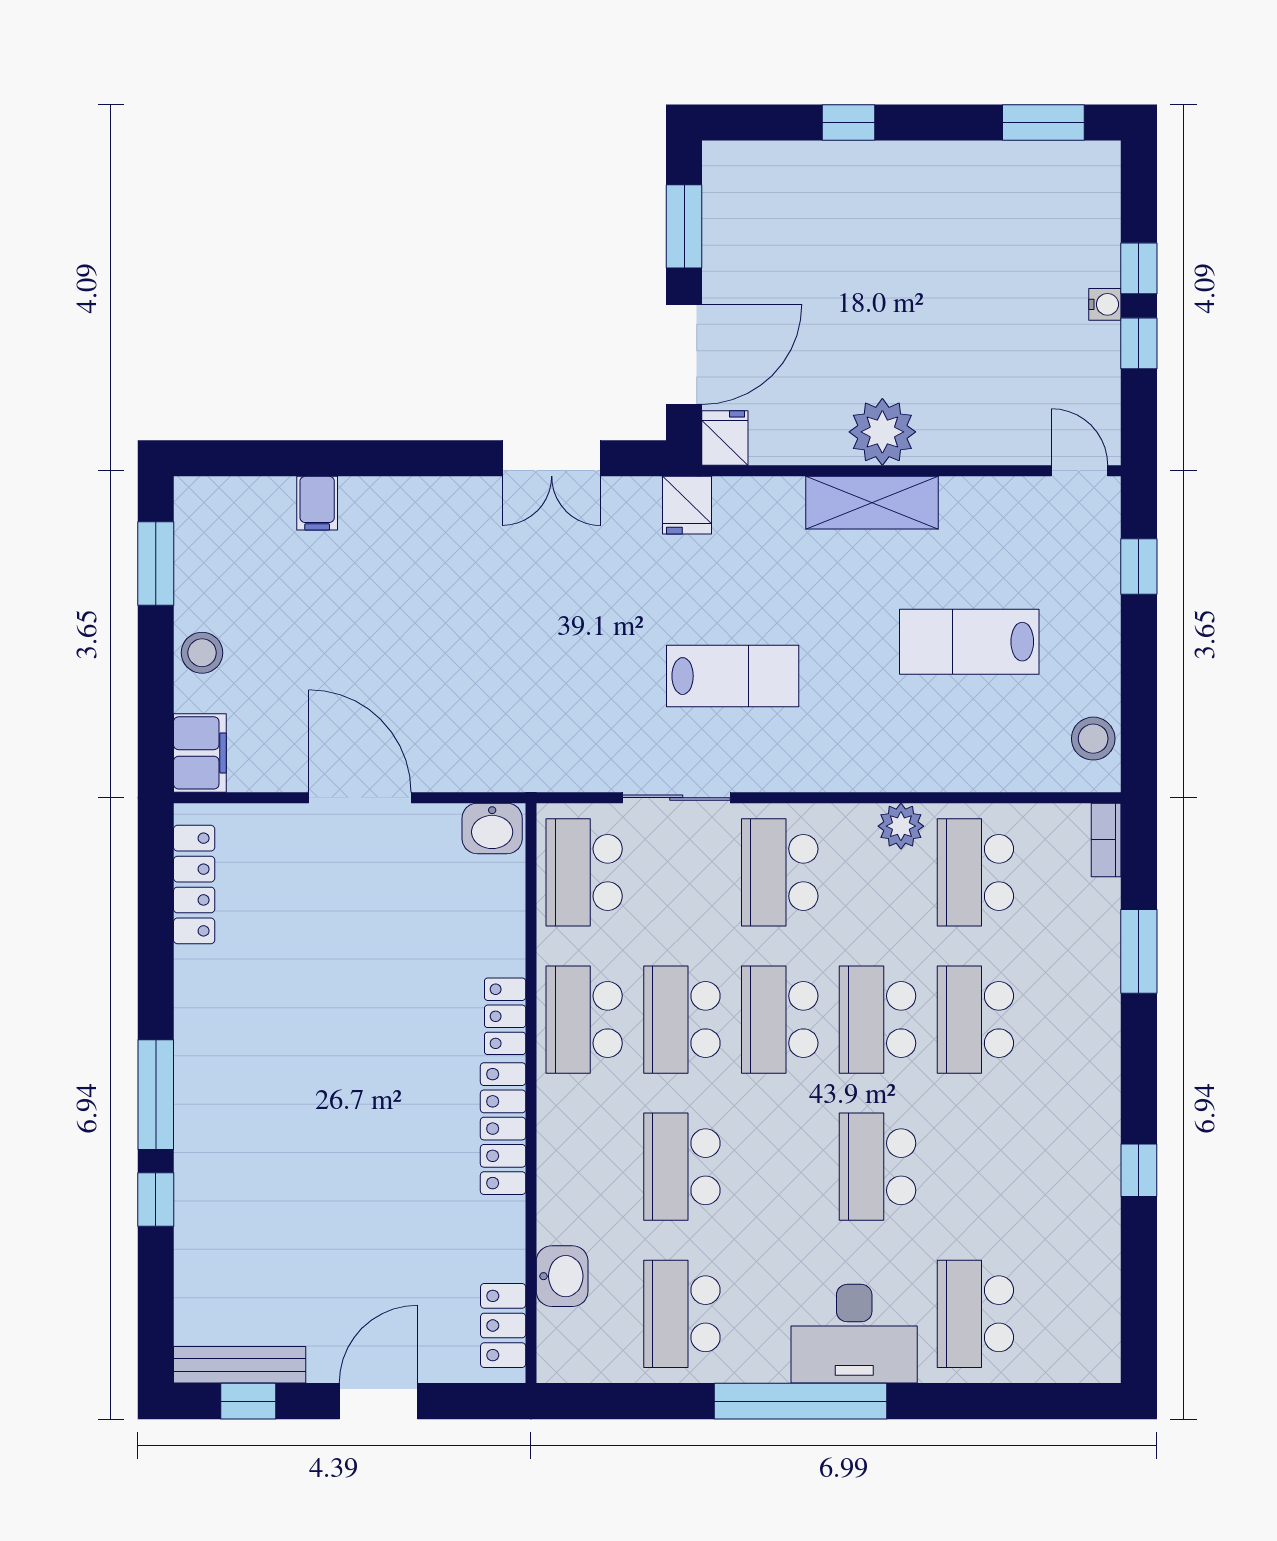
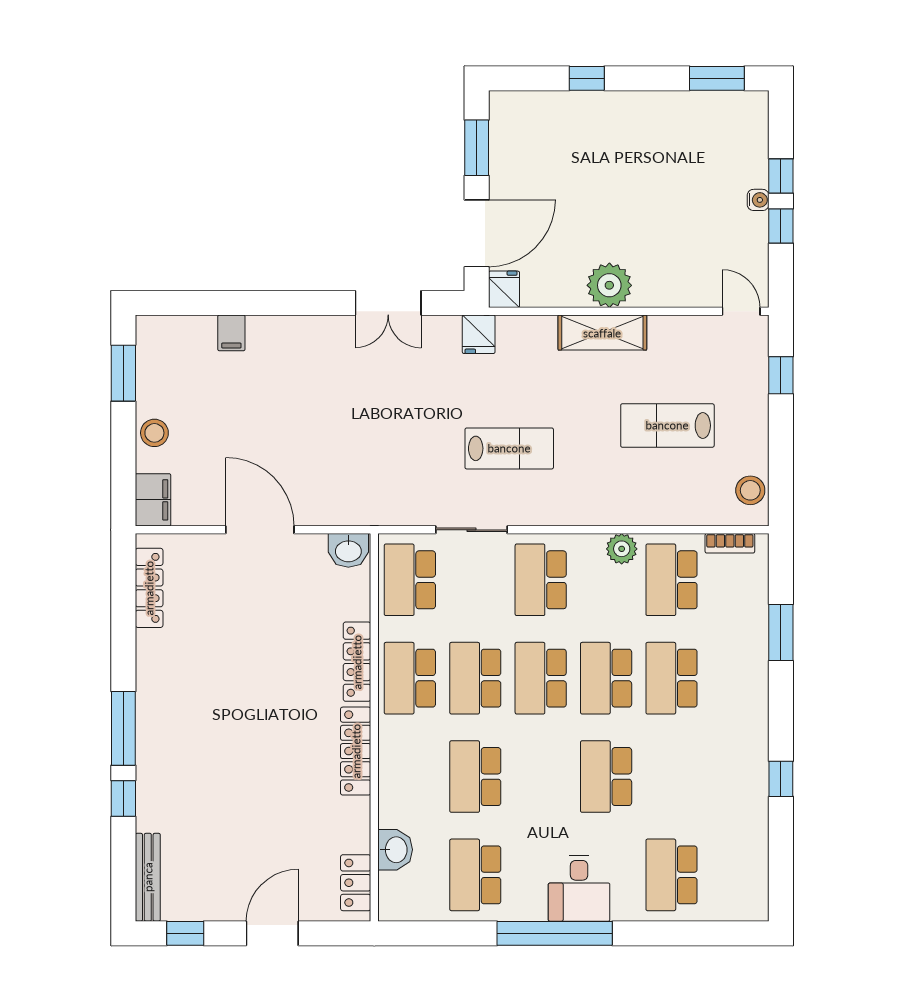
bookcase: (1106, 840) -> (730, 543), moved, turned -90
locker: (505, 1016) -> (357, 662), width x1.53
desk: (854, 1334) -> (579, 888), width x0.73
bench: (240, 1365) -> (148, 877), moved, turned 90

